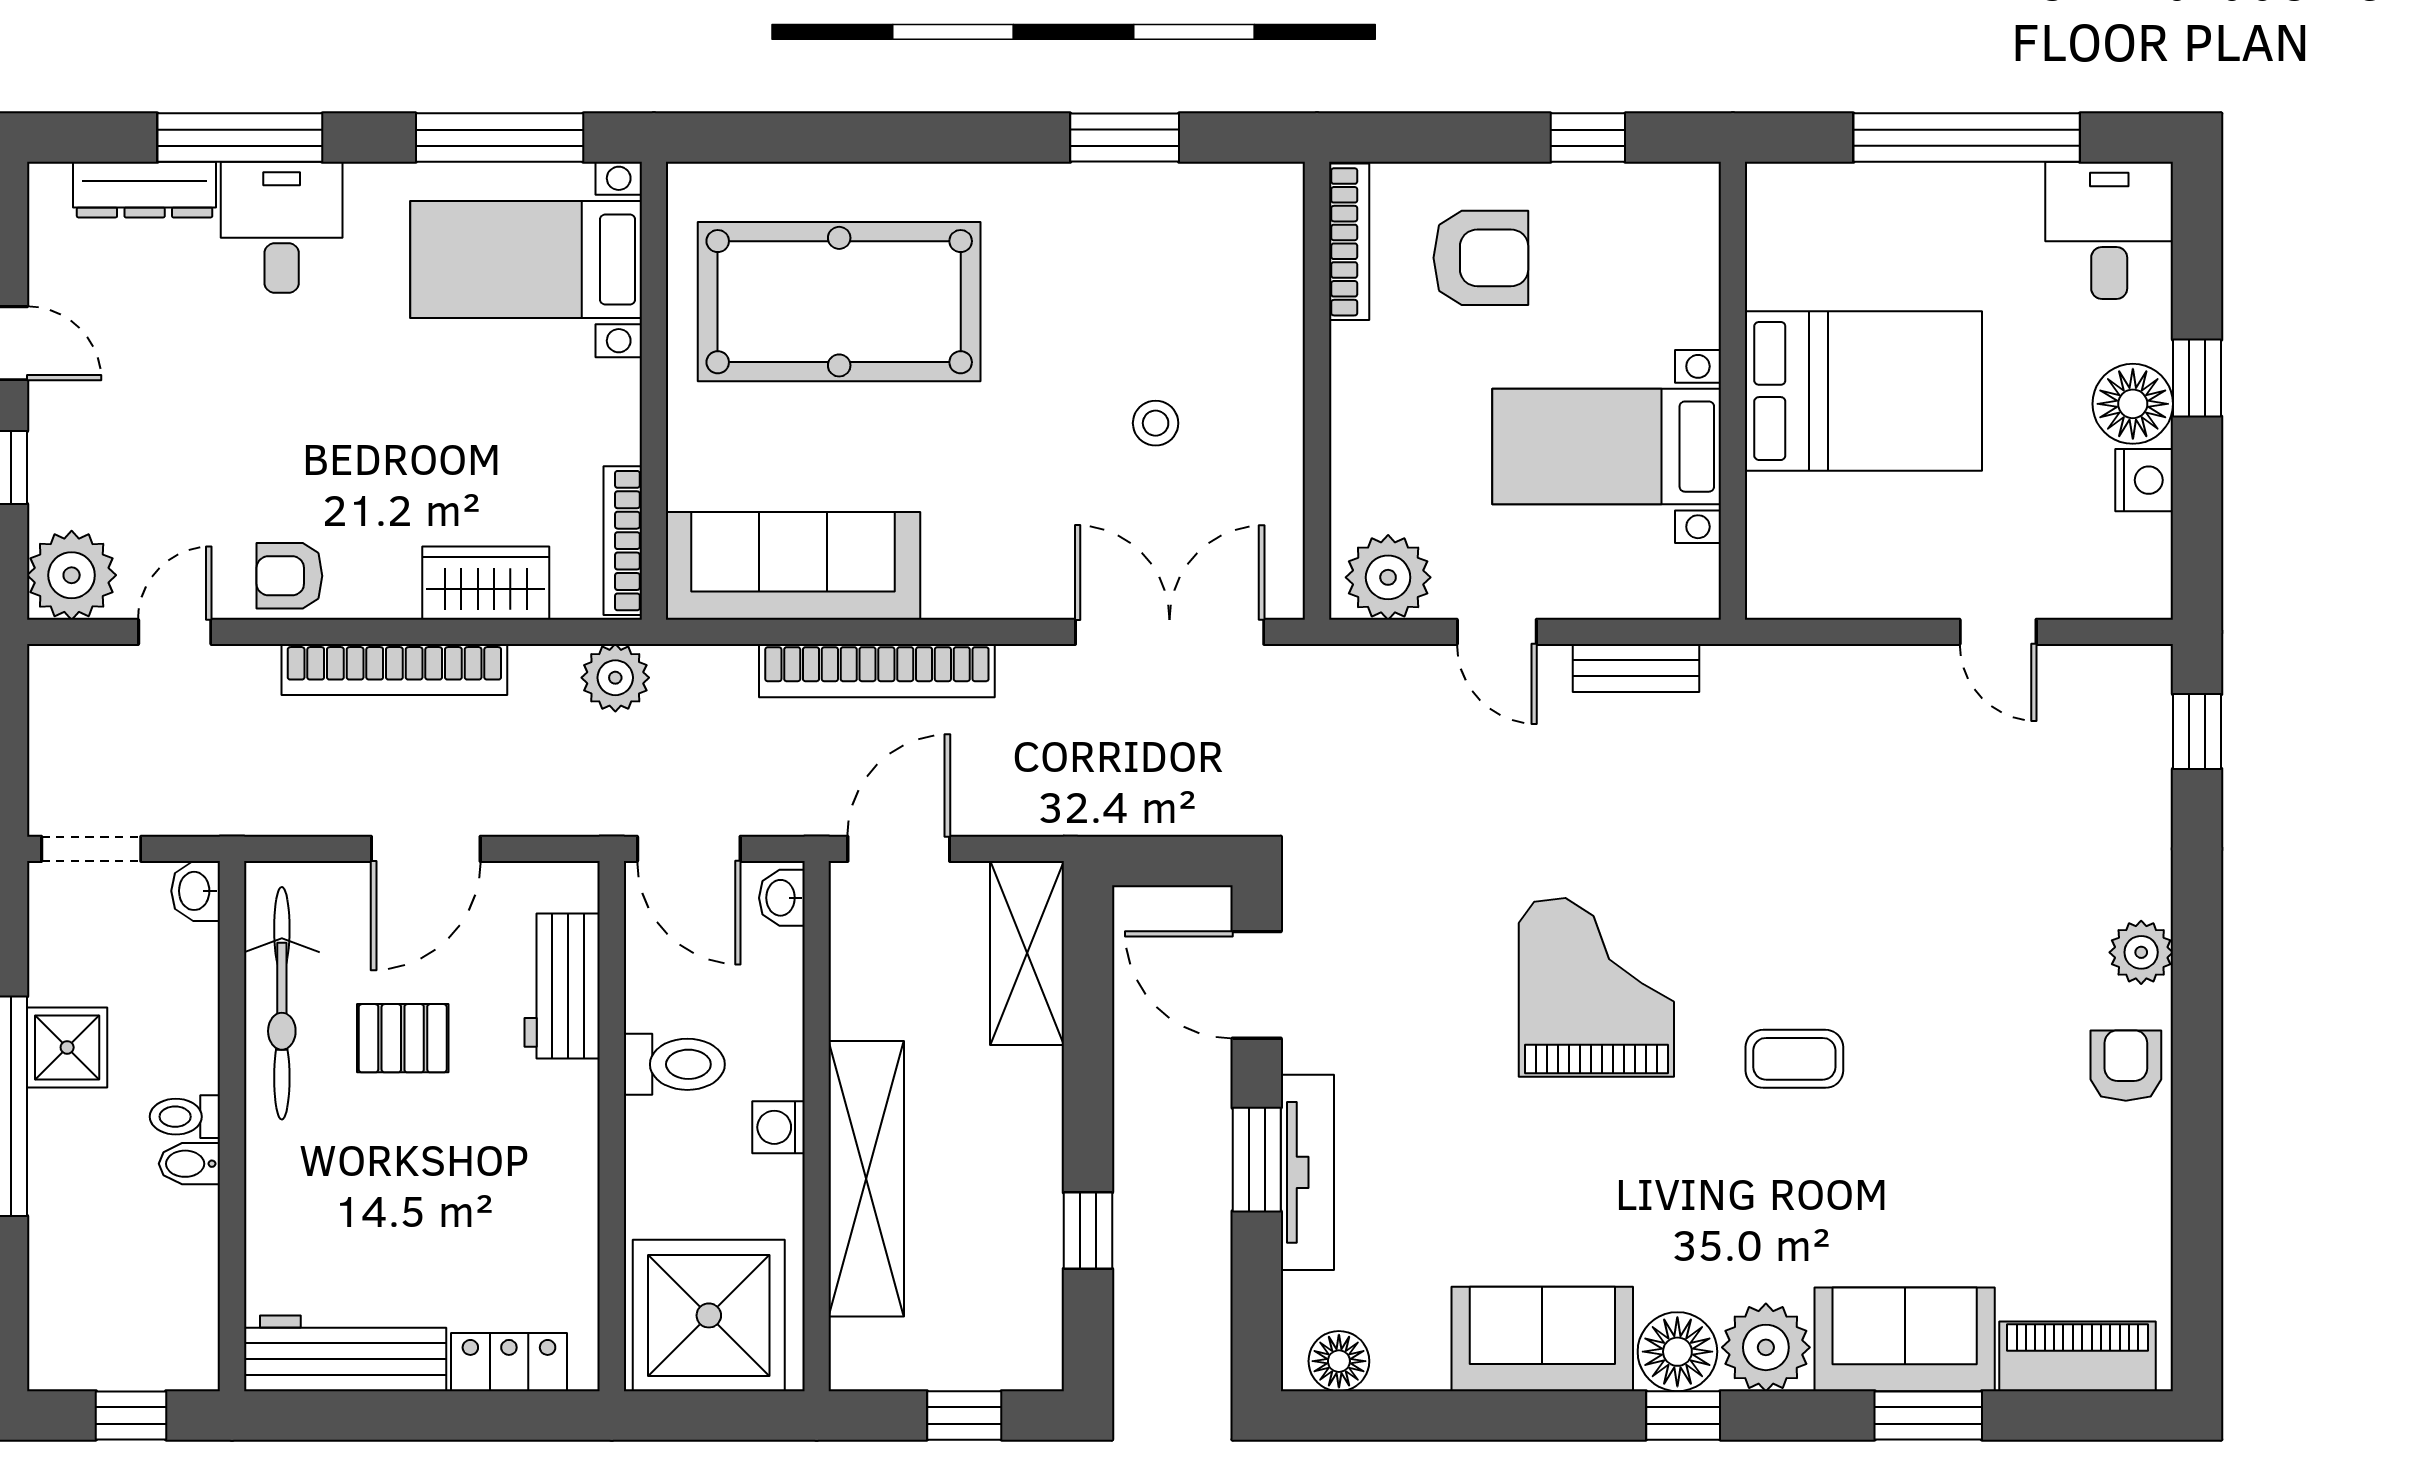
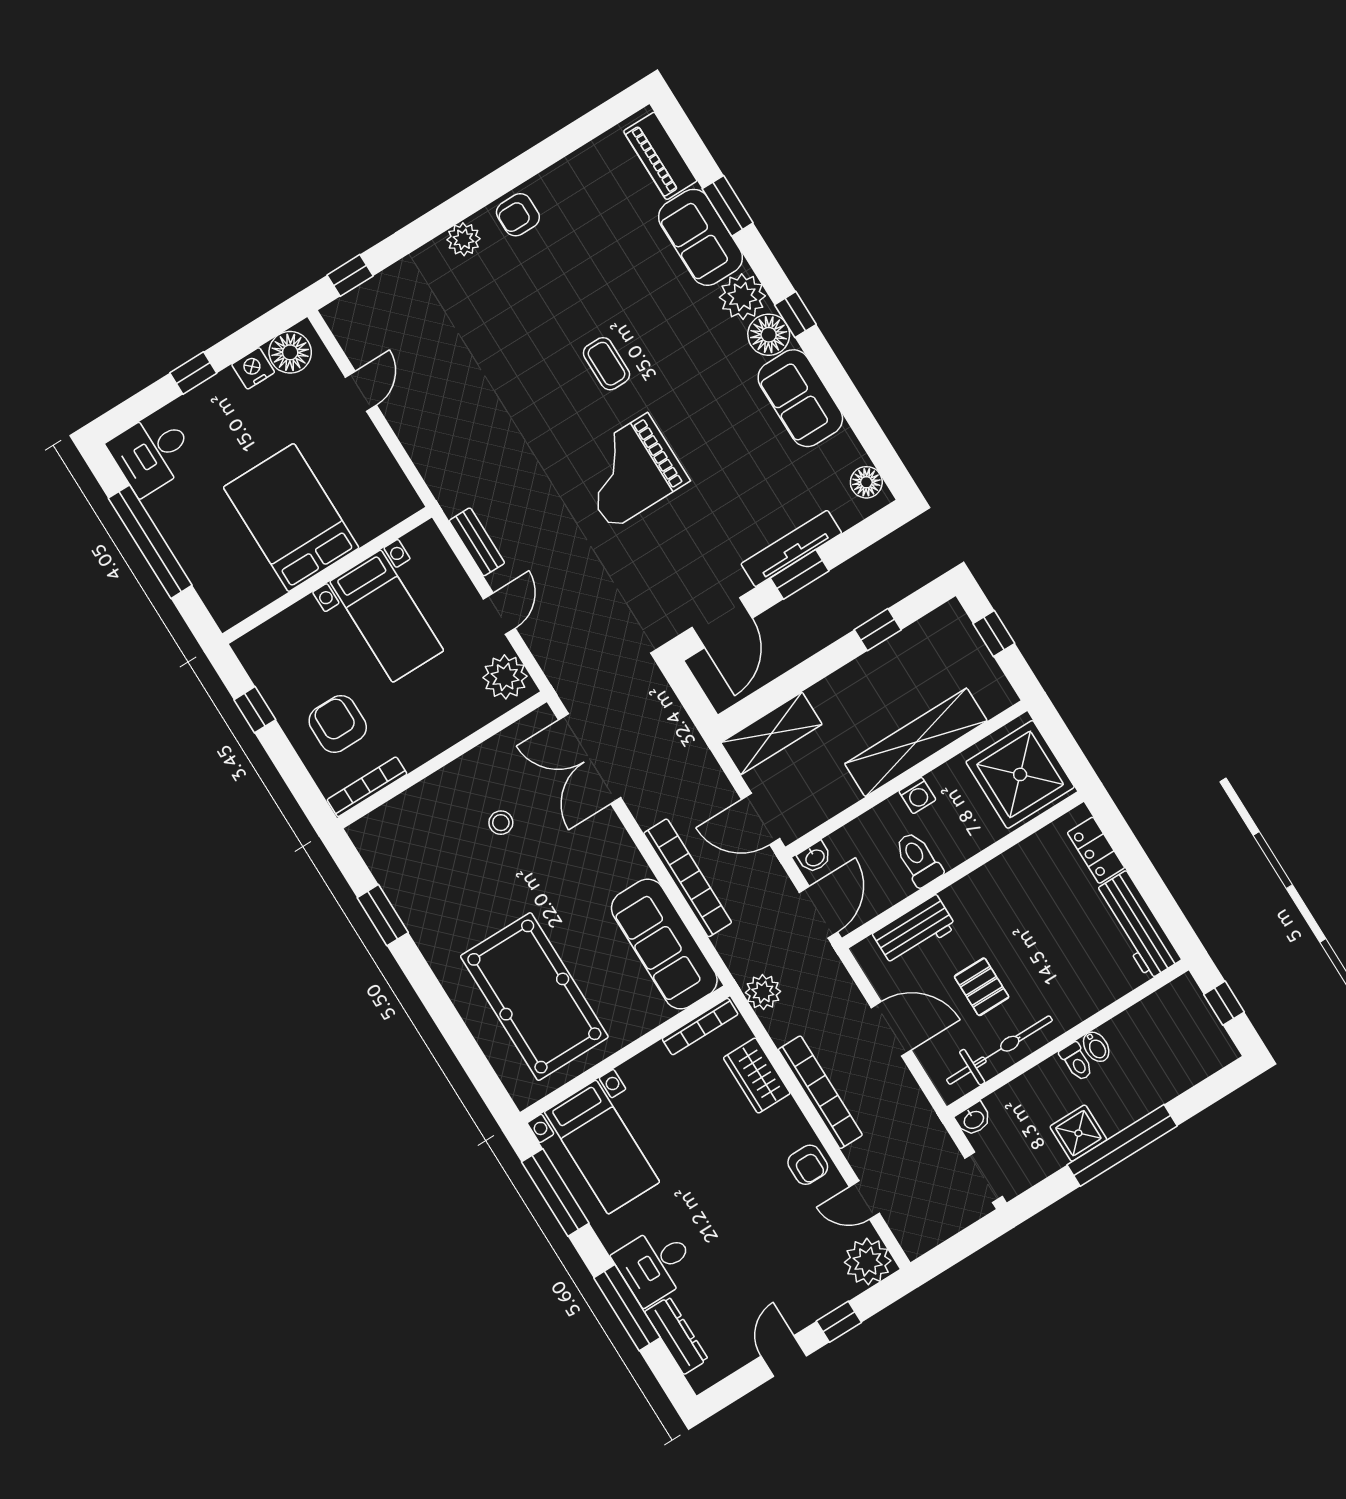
floor lamp: (2133, 404) -> (290, 352), moved

